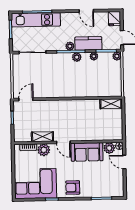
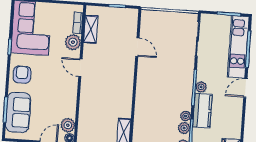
door: (86, 11) -> (245, 88), moved
plant: (77, 57) -> (184, 128), moved
door: (26, 99) -> (137, 47), moved
shelving: (42, 137) -> (91, 29), moved
door: (63, 142) -> (80, 68), hinge flipped
sofa: (87, 152) -> (18, 112), moved, turned 180

